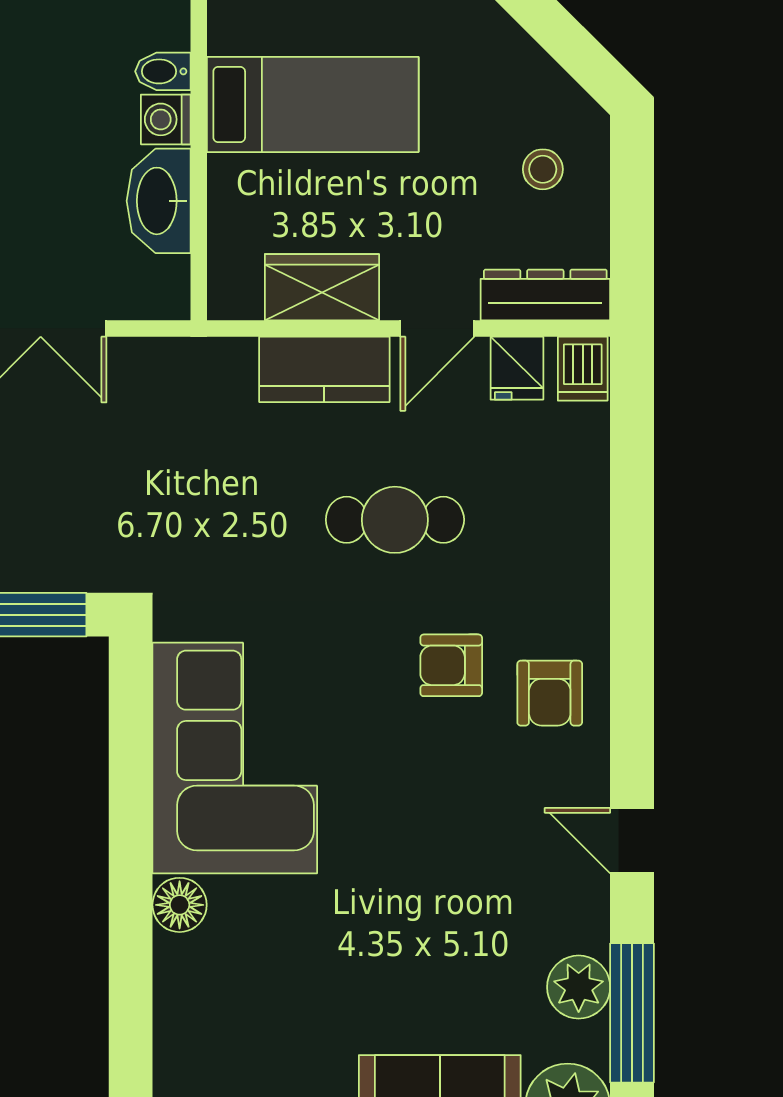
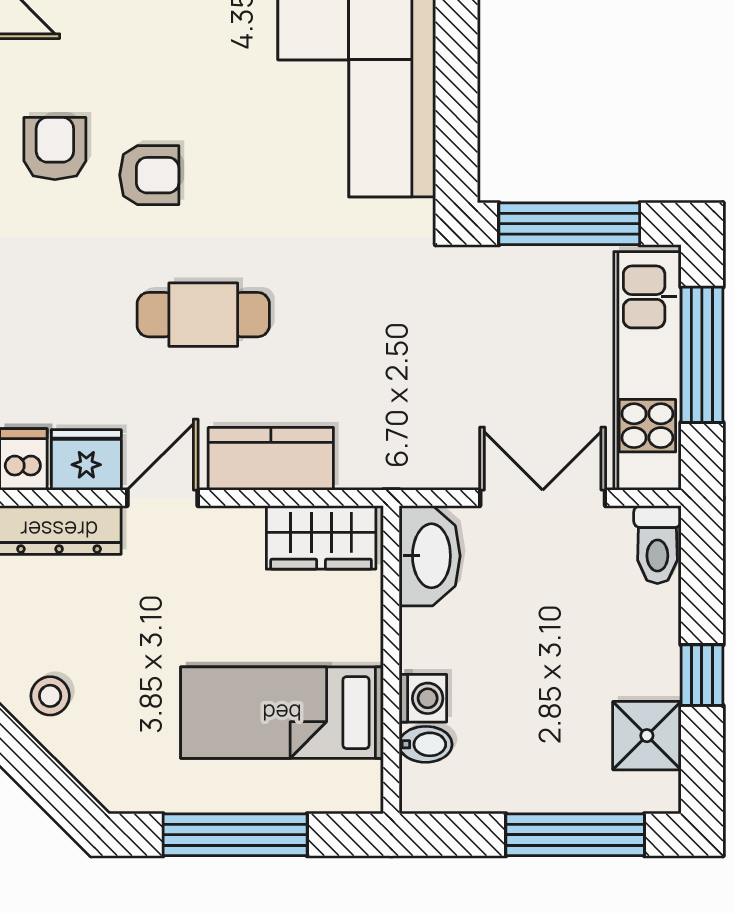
stool: (543, 169) -> (50, 696), moved
washbasin: (159, 201) -> (430, 556), moved
wardrobe: (322, 287) -> (321, 537), moved
fridge: (517, 368) -> (86, 460), width x1.38

